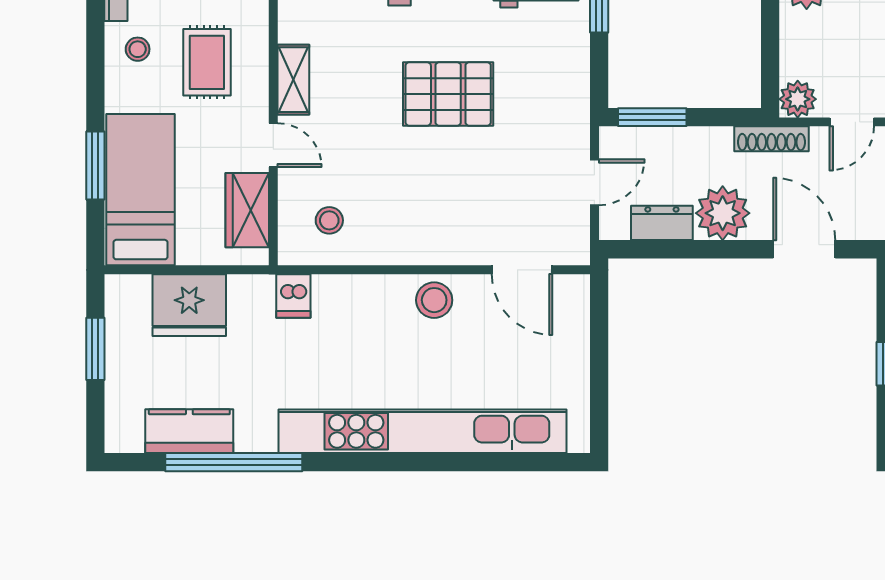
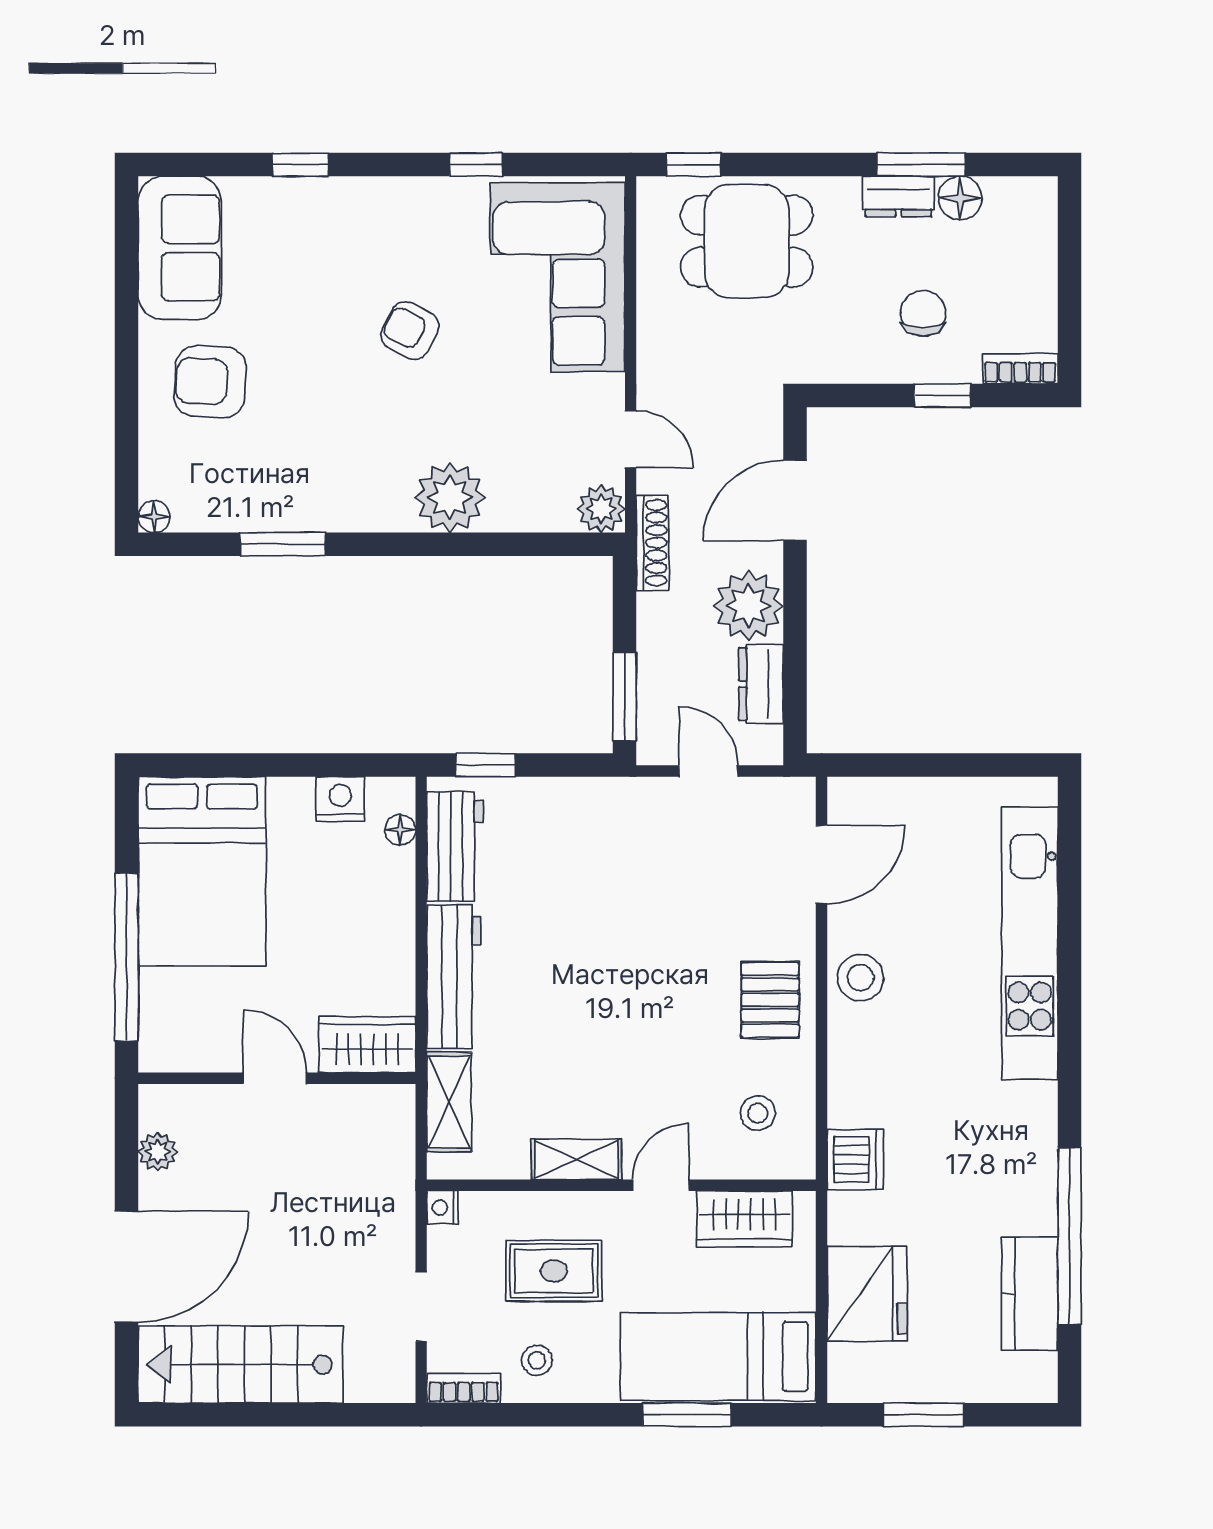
pallet: (448, 94) -> (770, 1000), moved, width x0.67, depth x0.71
dishwasher: (293, 296) -> (855, 1160), width x1.38
kitchen unit: (423, 431) -> (1030, 943), width x0.73

